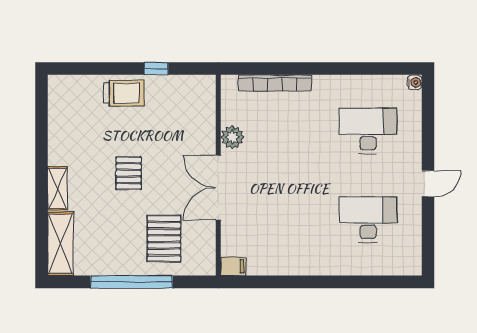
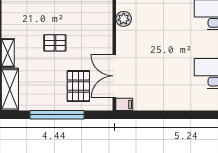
pallet: (129, 173) -> (55, 43), turned 90
double door: (218, 188) -> (114, 76), moved

